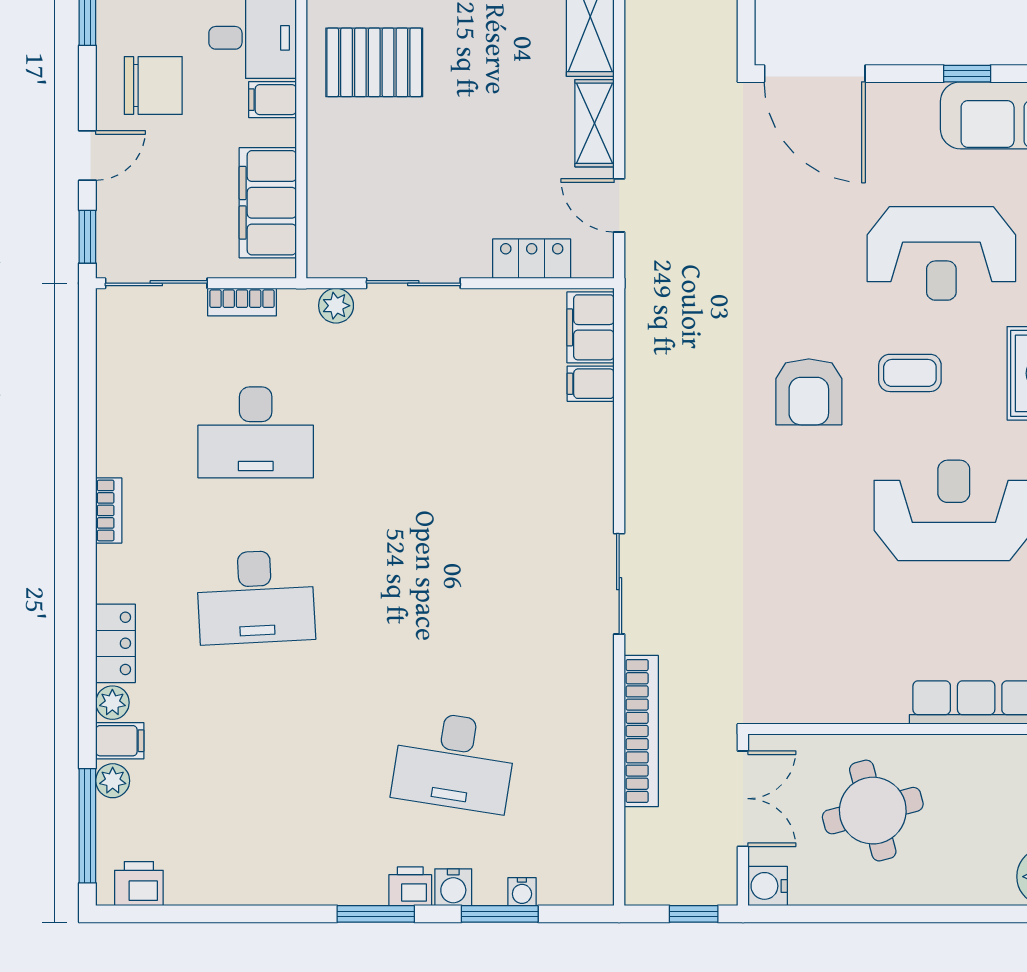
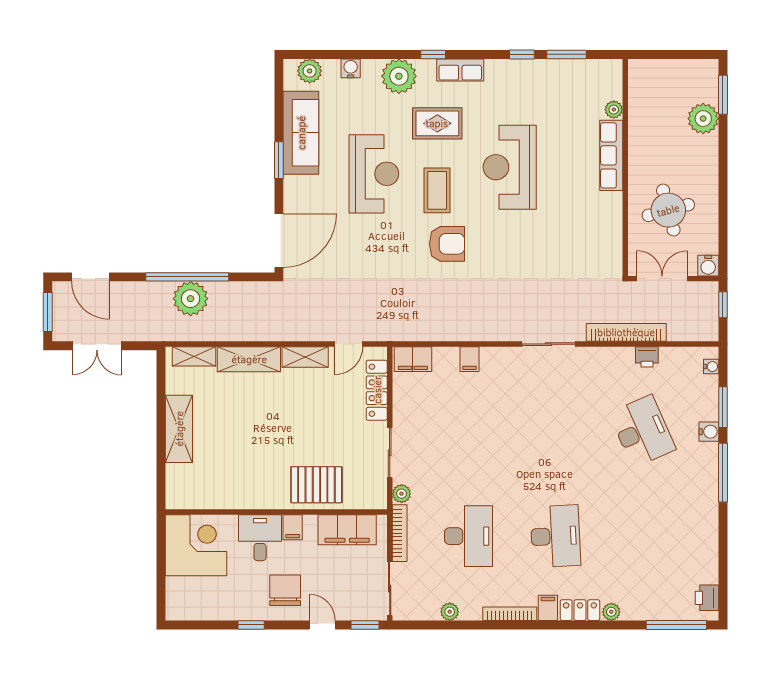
pallet: (374, 62) -> (316, 485), moved, turned 90
window: (967, 74) -> (279, 160), width x1.50
locker: (532, 259) -> (377, 390), width x1.53
bookcase: (242, 302) -> (400, 533), width x1.56
coffee table: (910, 373) -> (437, 190), width x1.36, depth x1.30
filing cabinet: (591, 384) -> (469, 359), moved
bookcase: (109, 510) -> (510, 614), width x1.56
filing cabinet: (120, 741) -> (548, 608), moved
desk: (454, 761) -> (642, 431), turned -33
plant: (113, 781) -> (450, 612), moved
printer: (410, 886) -> (647, 357), moved, turned -90
water cooler: (522, 892) -> (711, 367), moved
window: (376, 914) -> (723, 473), width x1.44

